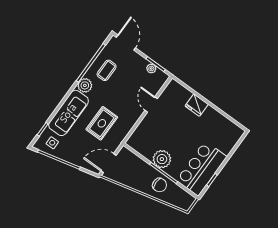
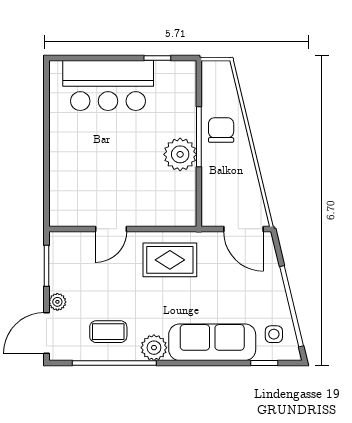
plant: (151, 68) -> (57, 302), moved
fridge: (197, 105) -> (63, 161), removed
rug: (102, 123) -> (170, 260), moved
bar counter: (202, 168) -> (108, 85), moved

